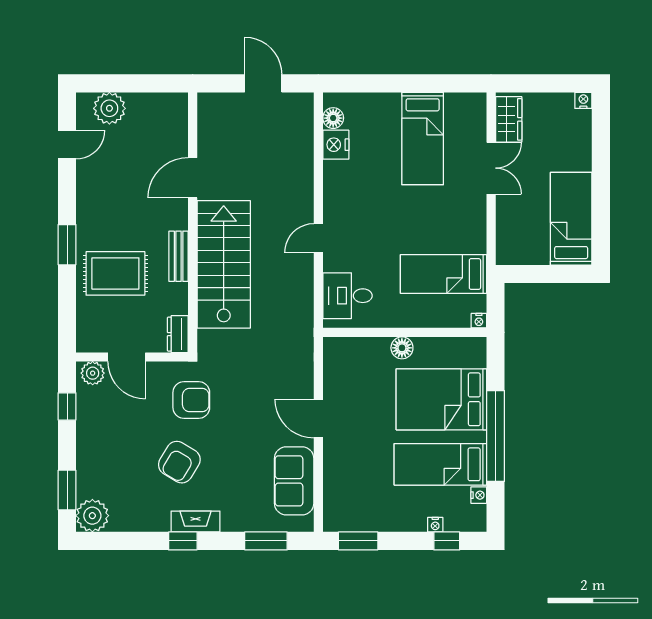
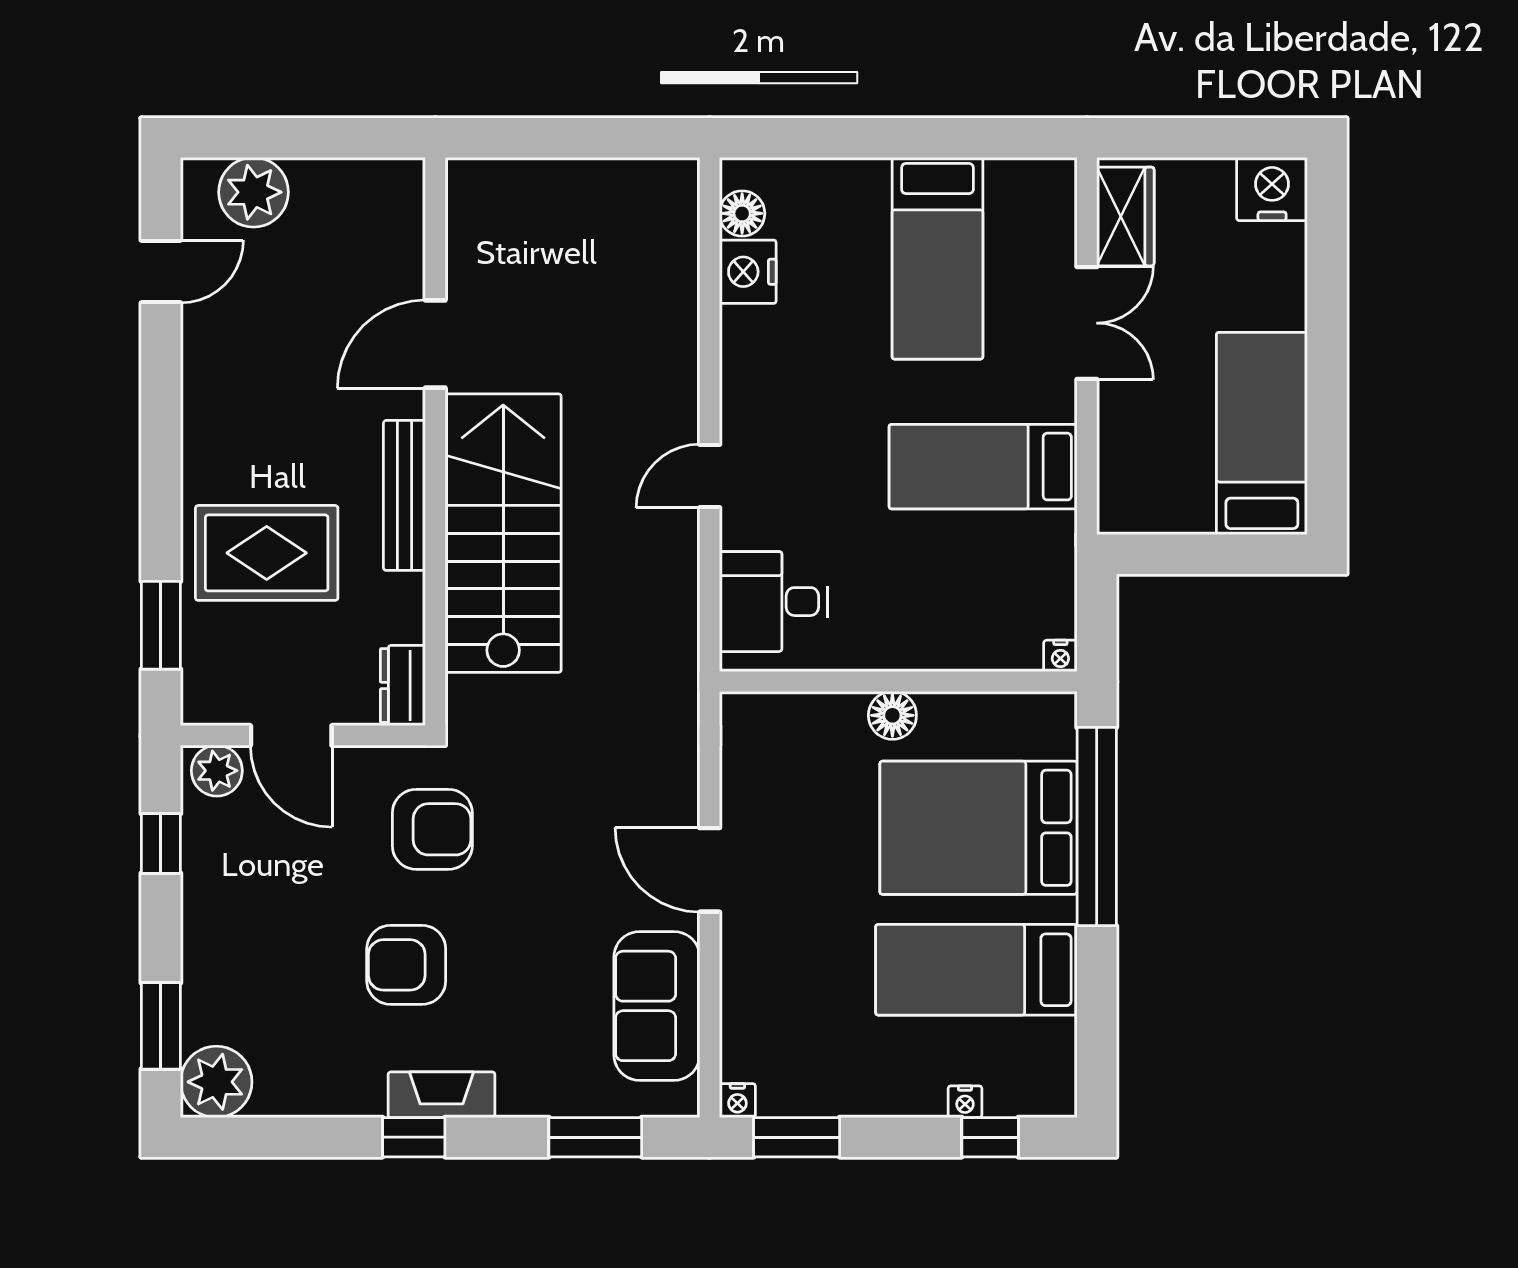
door: (263, 83) -> (589, 138), removed
nightstand: (583, 100) -> (1272, 189), width x1.89, depth x1.79
window: (67, 245) -> (161, 625), moved
bench: (179, 256) -> (404, 495), width x1.36
bed: (443, 274) -> (983, 467), moved
window: (496, 436) -> (1097, 827), moved
armchair: (179, 462) -> (406, 965), turned 59
nightstand: (479, 495) -> (737, 1101), moved, turned 90

